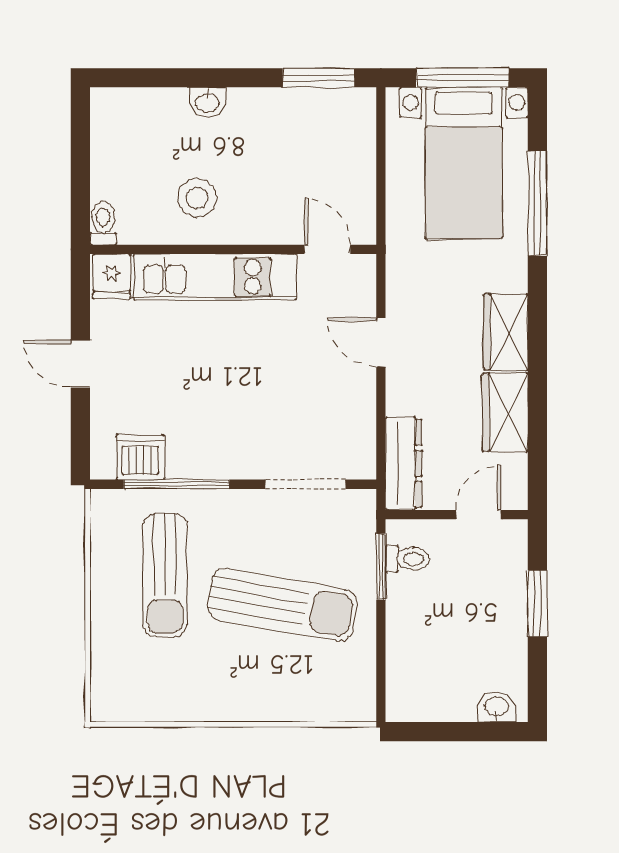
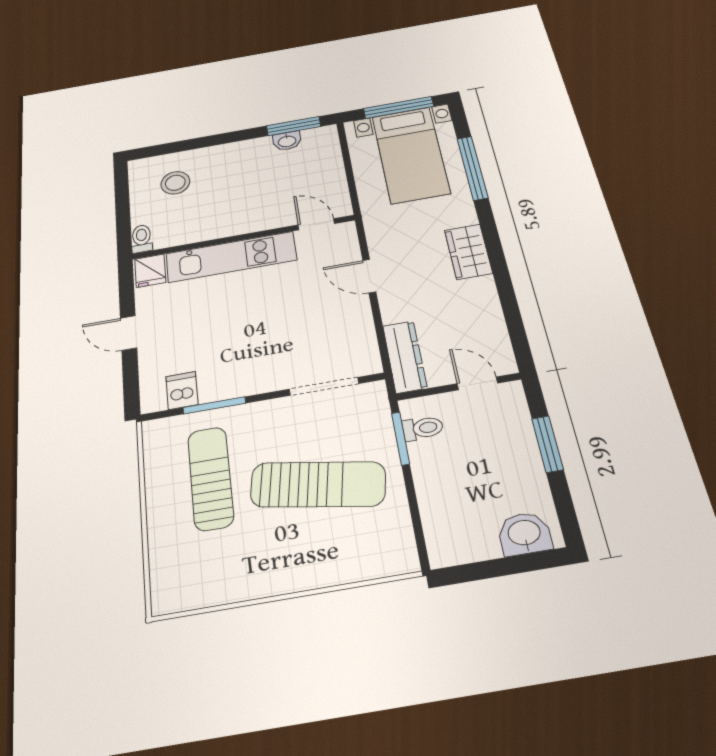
washbasin: (207, 102) -> (287, 141), moved
stool: (197, 198) -> (175, 183), moved
wardrobe: (505, 412) -> (482, 306), removed
dishwasher: (140, 457) -> (182, 390), width x0.73
window: (177, 484) -> (214, 405), width x0.69
door: (478, 515) -> (477, 383), hinge flipped
sun lounger: (165, 575) -> (211, 478), turned 180
washbasin: (496, 707) -> (524, 534), width x1.38, depth x1.45

